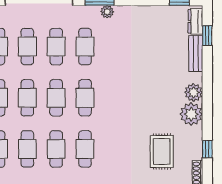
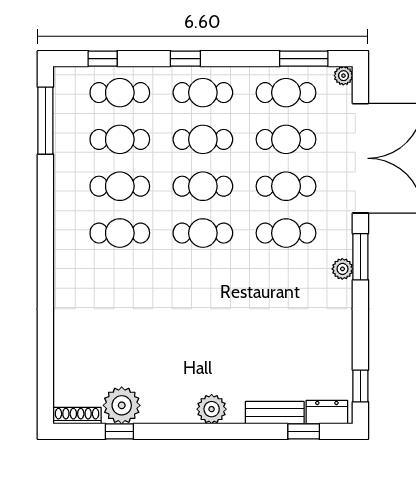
plant: (191, 114) -> (122, 405), moved
rug: (162, 151) -> (116, 357), removed

